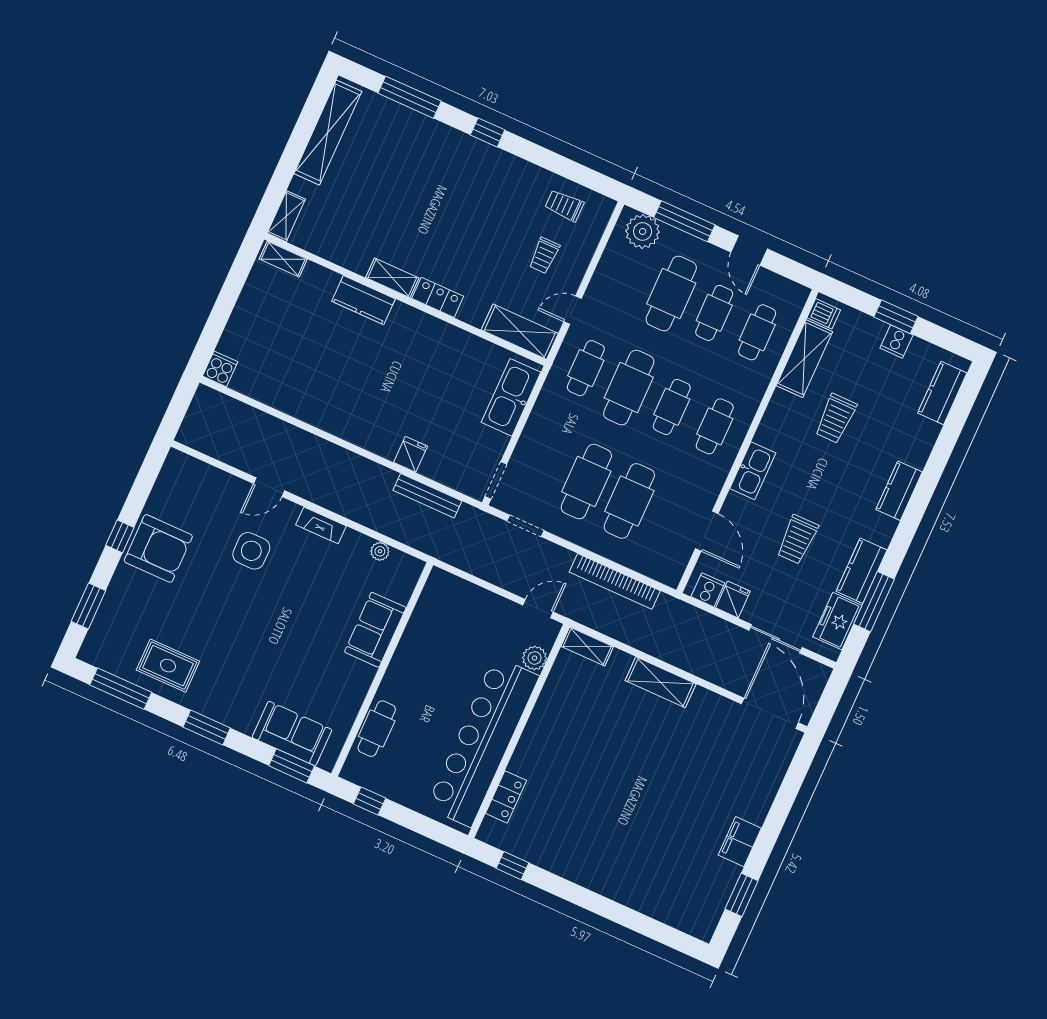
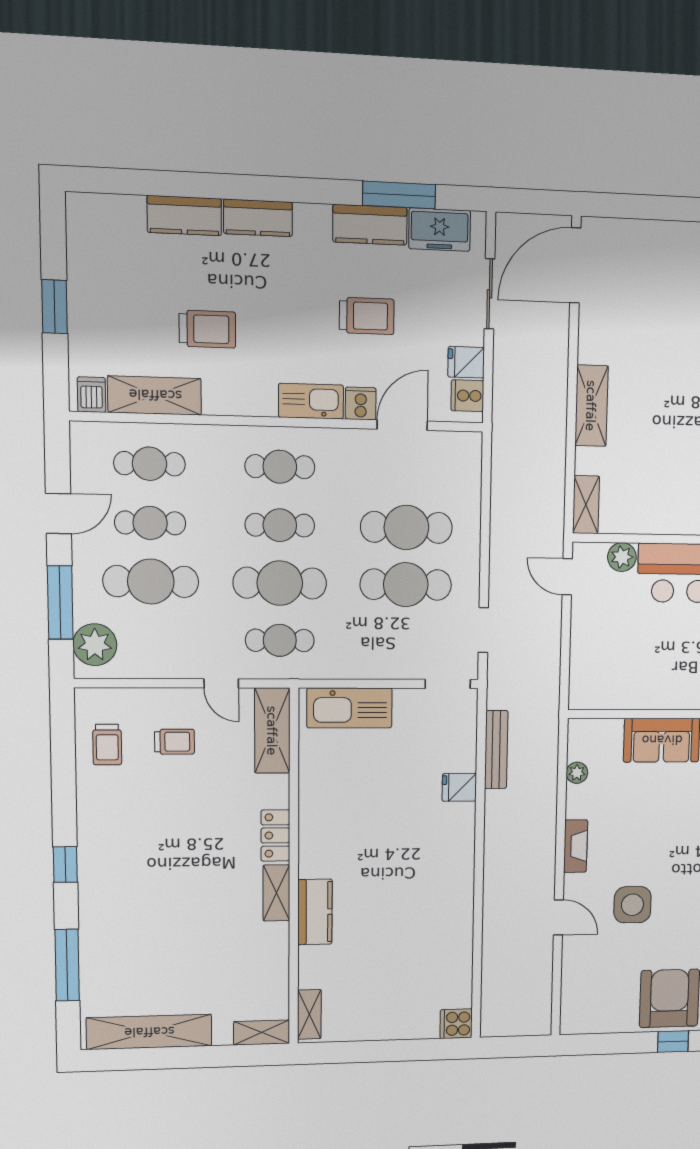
cooker: (896, 342) -> (361, 403), moved, turned -90
kitchen counter: (942, 393) -> (184, 215), moved
bookcase: (615, 581) -> (502, 505), removed

